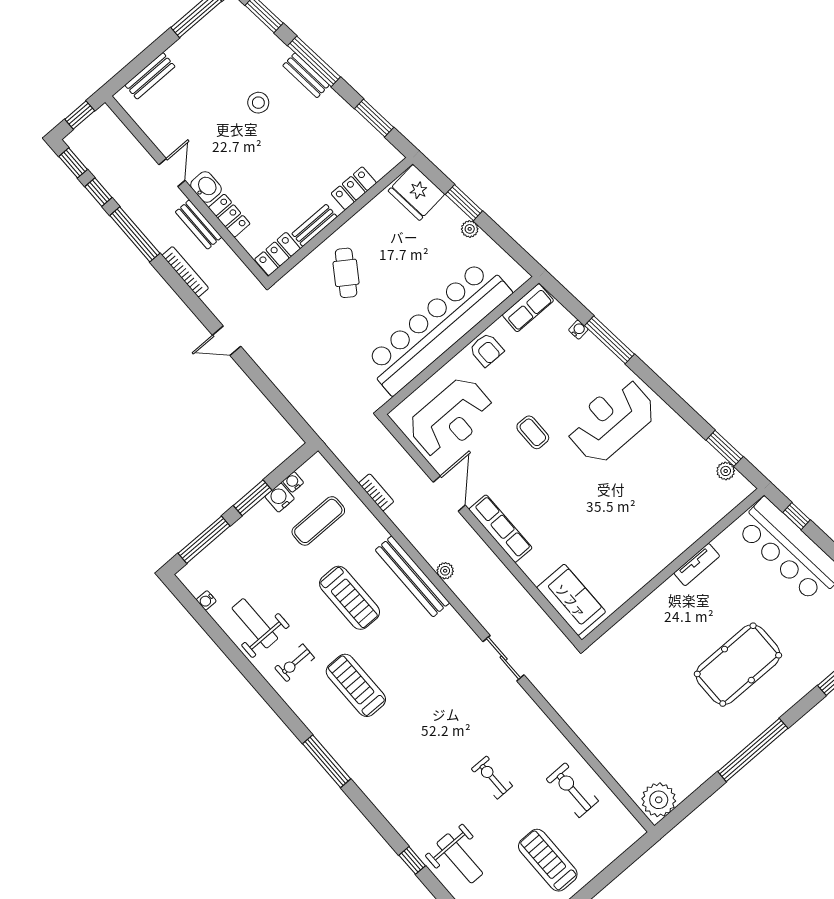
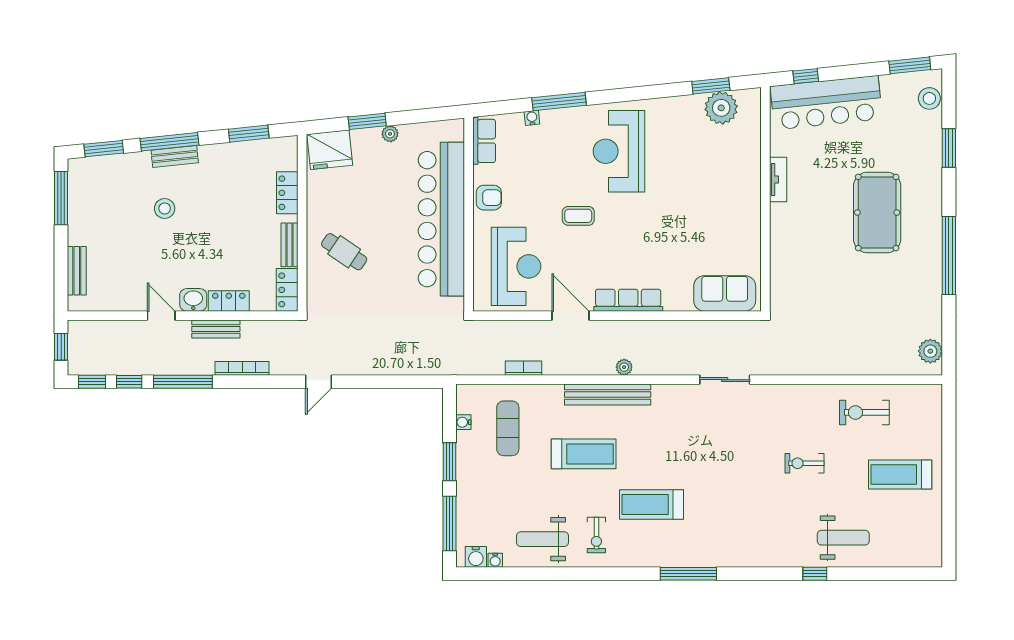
plant: (726, 471) -> (721, 108), width x1.88, depth x1.88
water cooler: (280, 498) -> (476, 557), moved, turned -90
plant: (659, 800) -> (930, 351), width x0.73, depth x0.73

